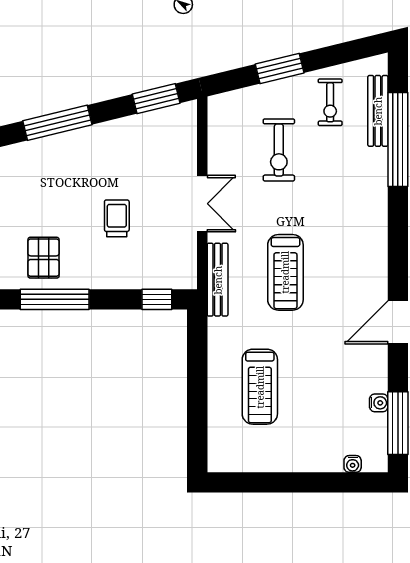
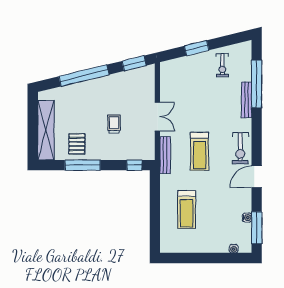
bench: (378, 111) -> (247, 100), moved
window: (57, 123) -> (84, 76), width x1.46
exercise bike: (279, 150) -> (240, 148), moved

